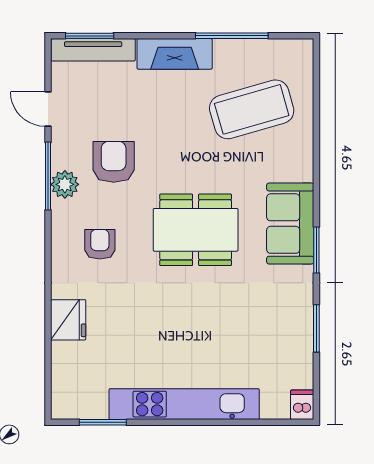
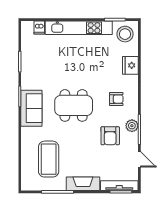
coffee table: (252, 109) -> (49, 159), turned -74
armchair: (100, 244) -> (116, 99), turned -90
stool: (80, 390) -> (125, 34), added
dishwasher: (302, 405) -> (39, 28), moved

